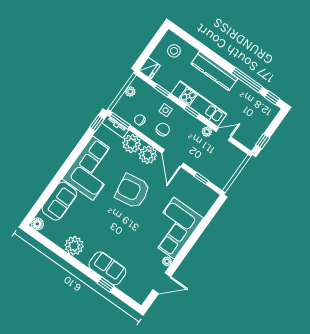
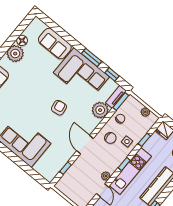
window: (97, 123) -> (112, 74), moved
plant: (148, 155) -> (89, 123), removed
window: (72, 158) -> (91, 57), added
door: (173, 158) -> (85, 145), hinge flipped
armchair: (132, 191) -> (59, 108), width x0.53, depth x0.53
floor lamp: (37, 224) -> (22, 40), moved

